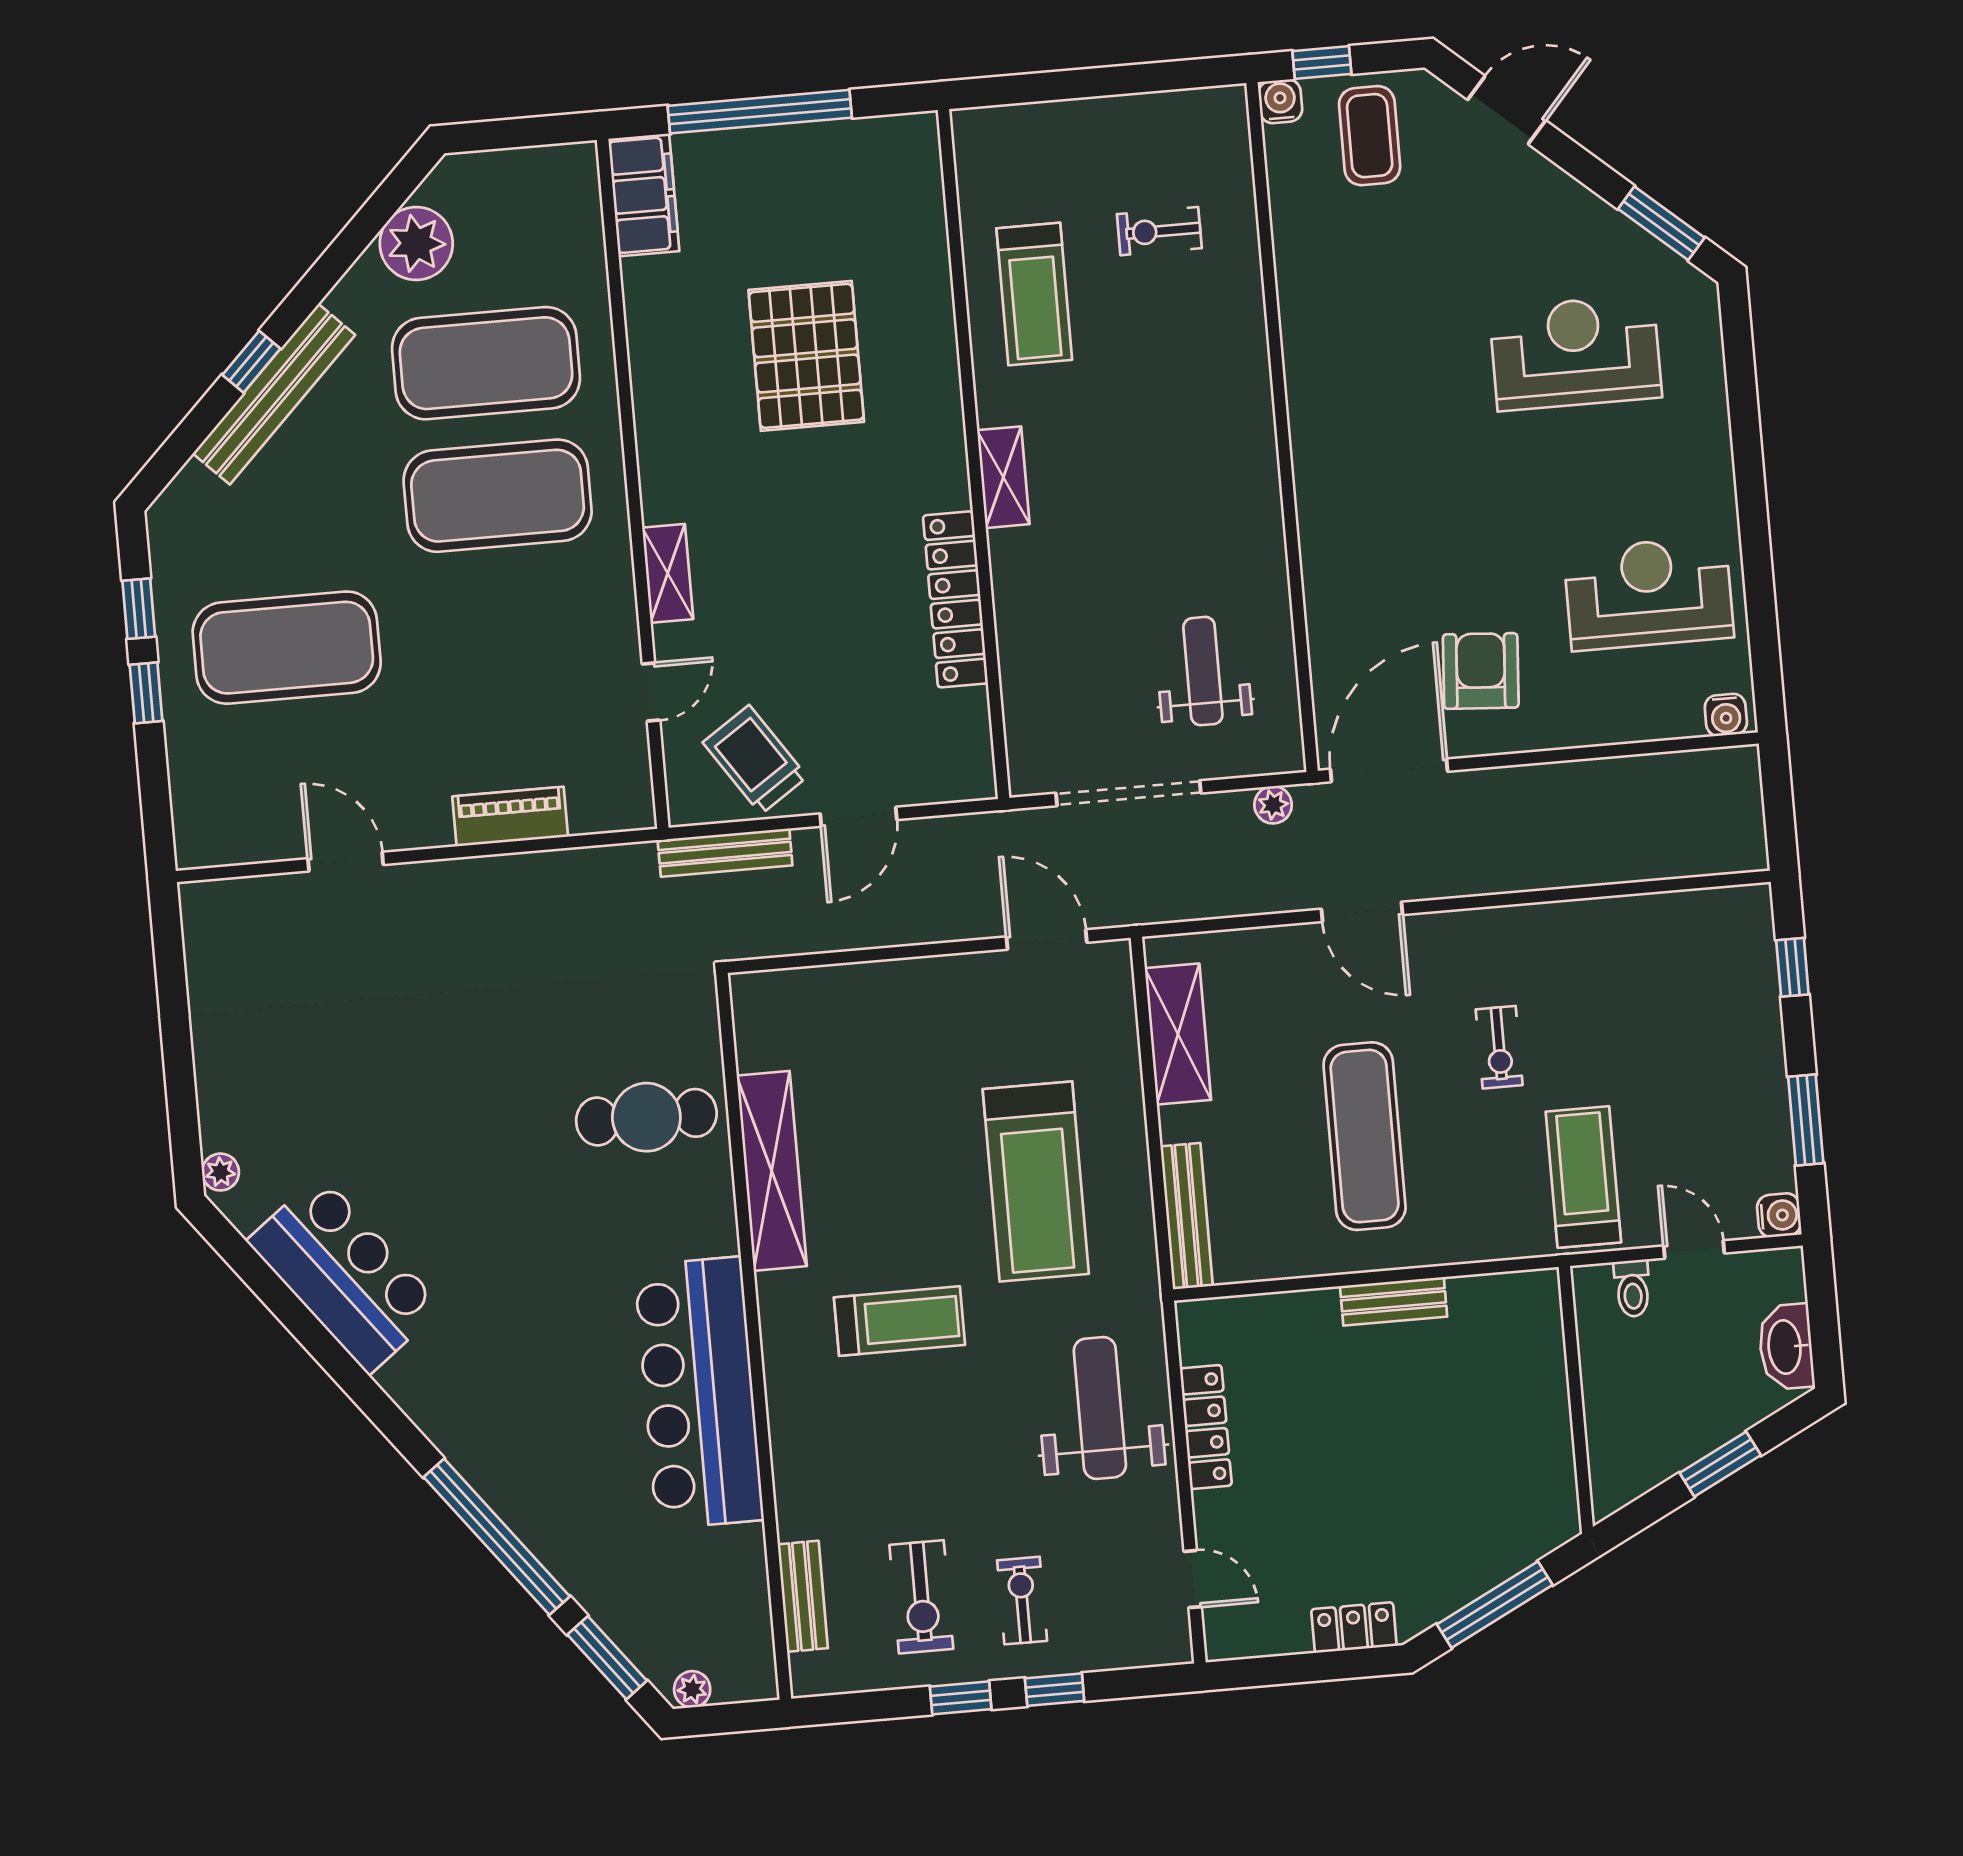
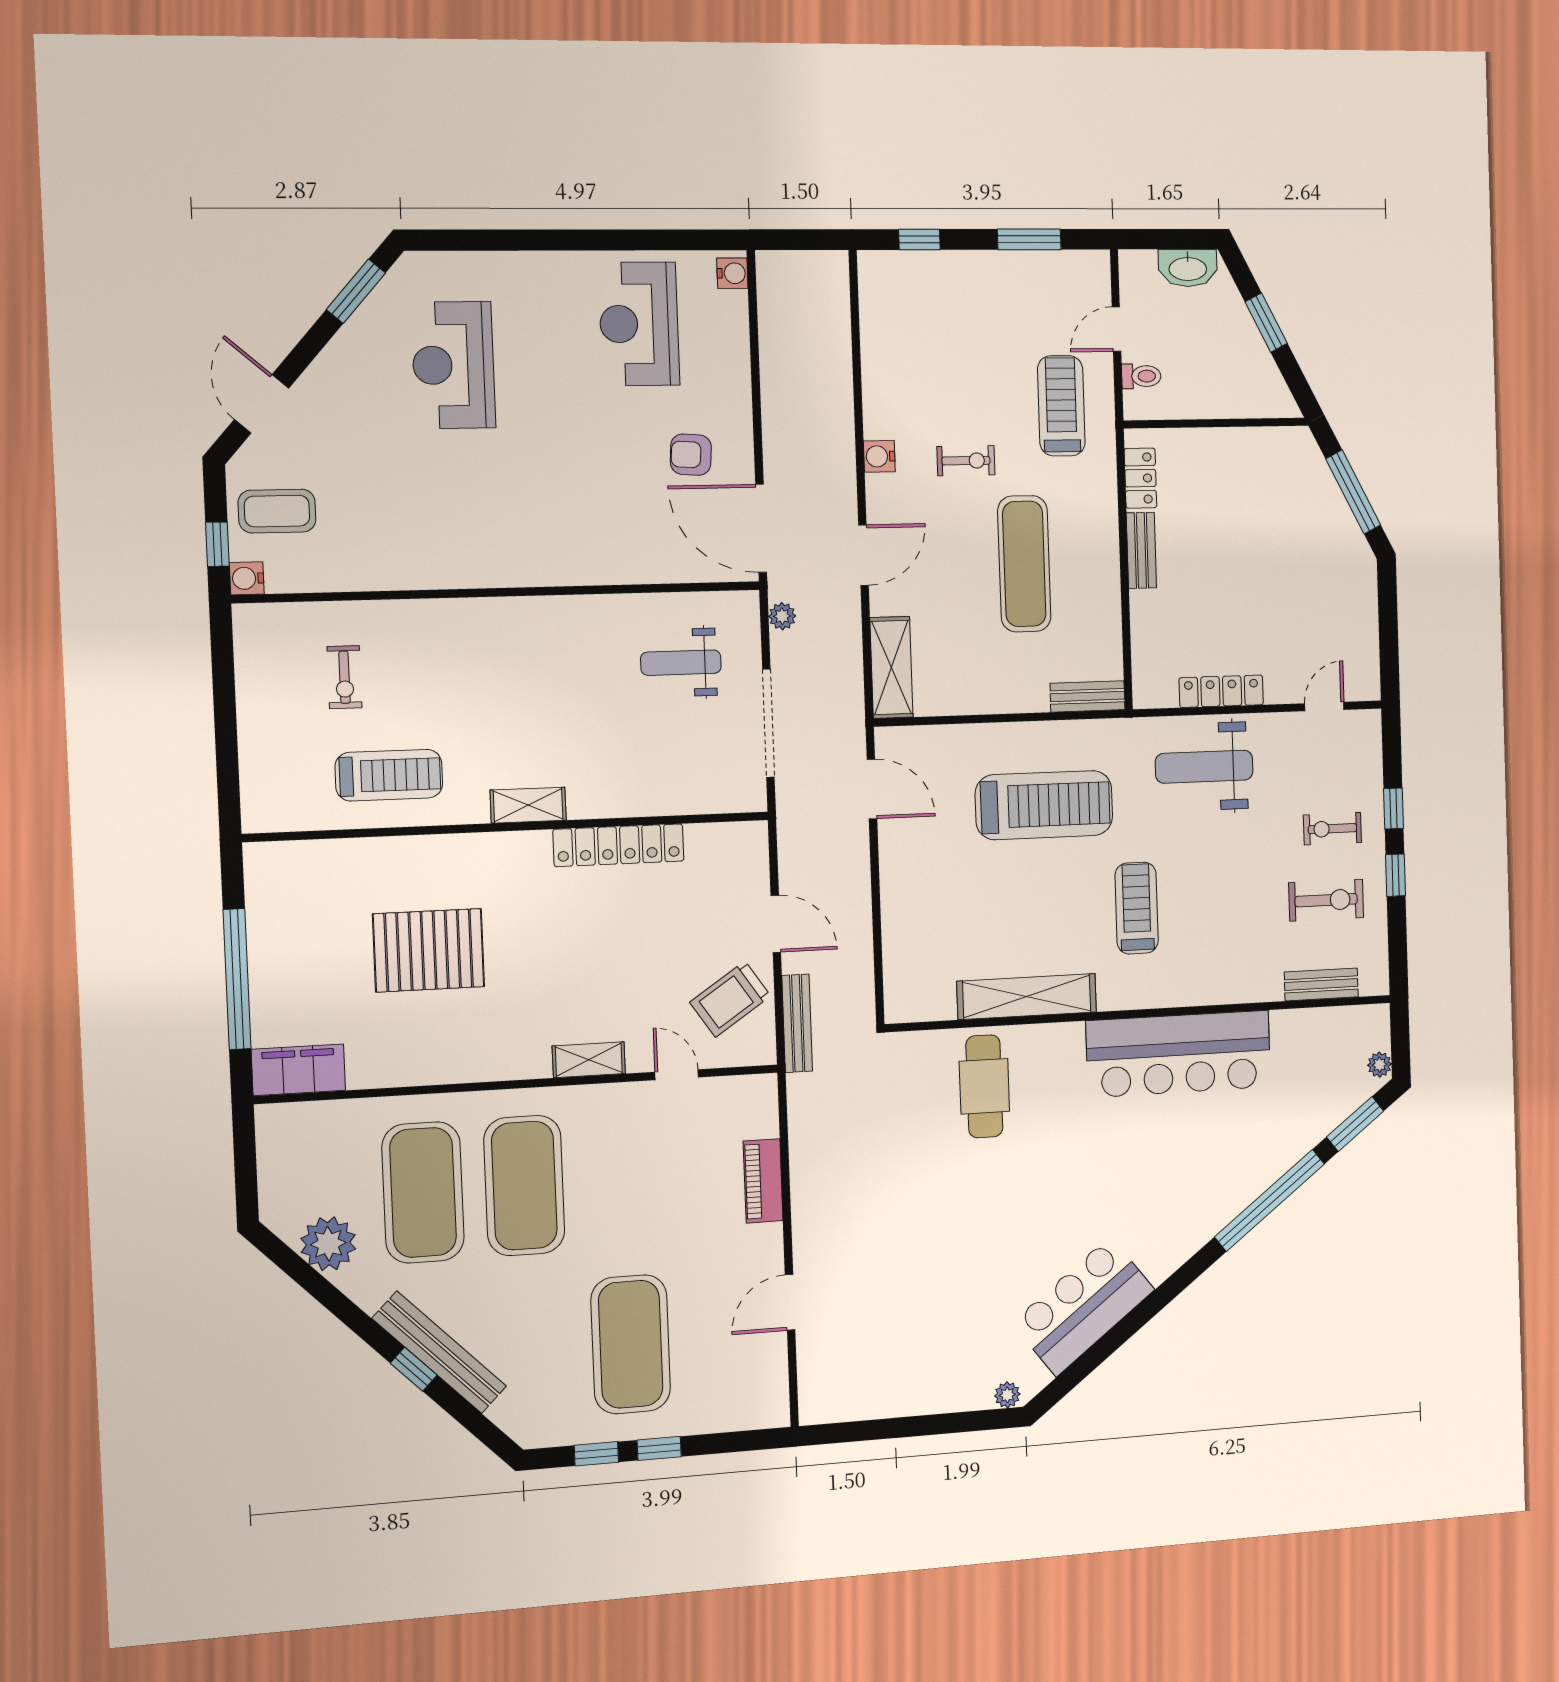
armchair: (1481, 671) -> (691, 455), width x0.72, depth x0.72
door: (1047, 940) -> (872, 789), swing flipped
shelving: (1178, 1034) -> (891, 667), moved, turned 90
exercise mat: (1365, 1136) -> (1024, 564), turned 90
treadmill: (1583, 1177) -> (1061, 406), turned 90
water cooler: (1779, 1215) -> (879, 456), moved, turned -90
bench: (1187, 1216) -> (1088, 696), width x0.73
locker: (1354, 1628) -> (1140, 478), moved, turned 180

